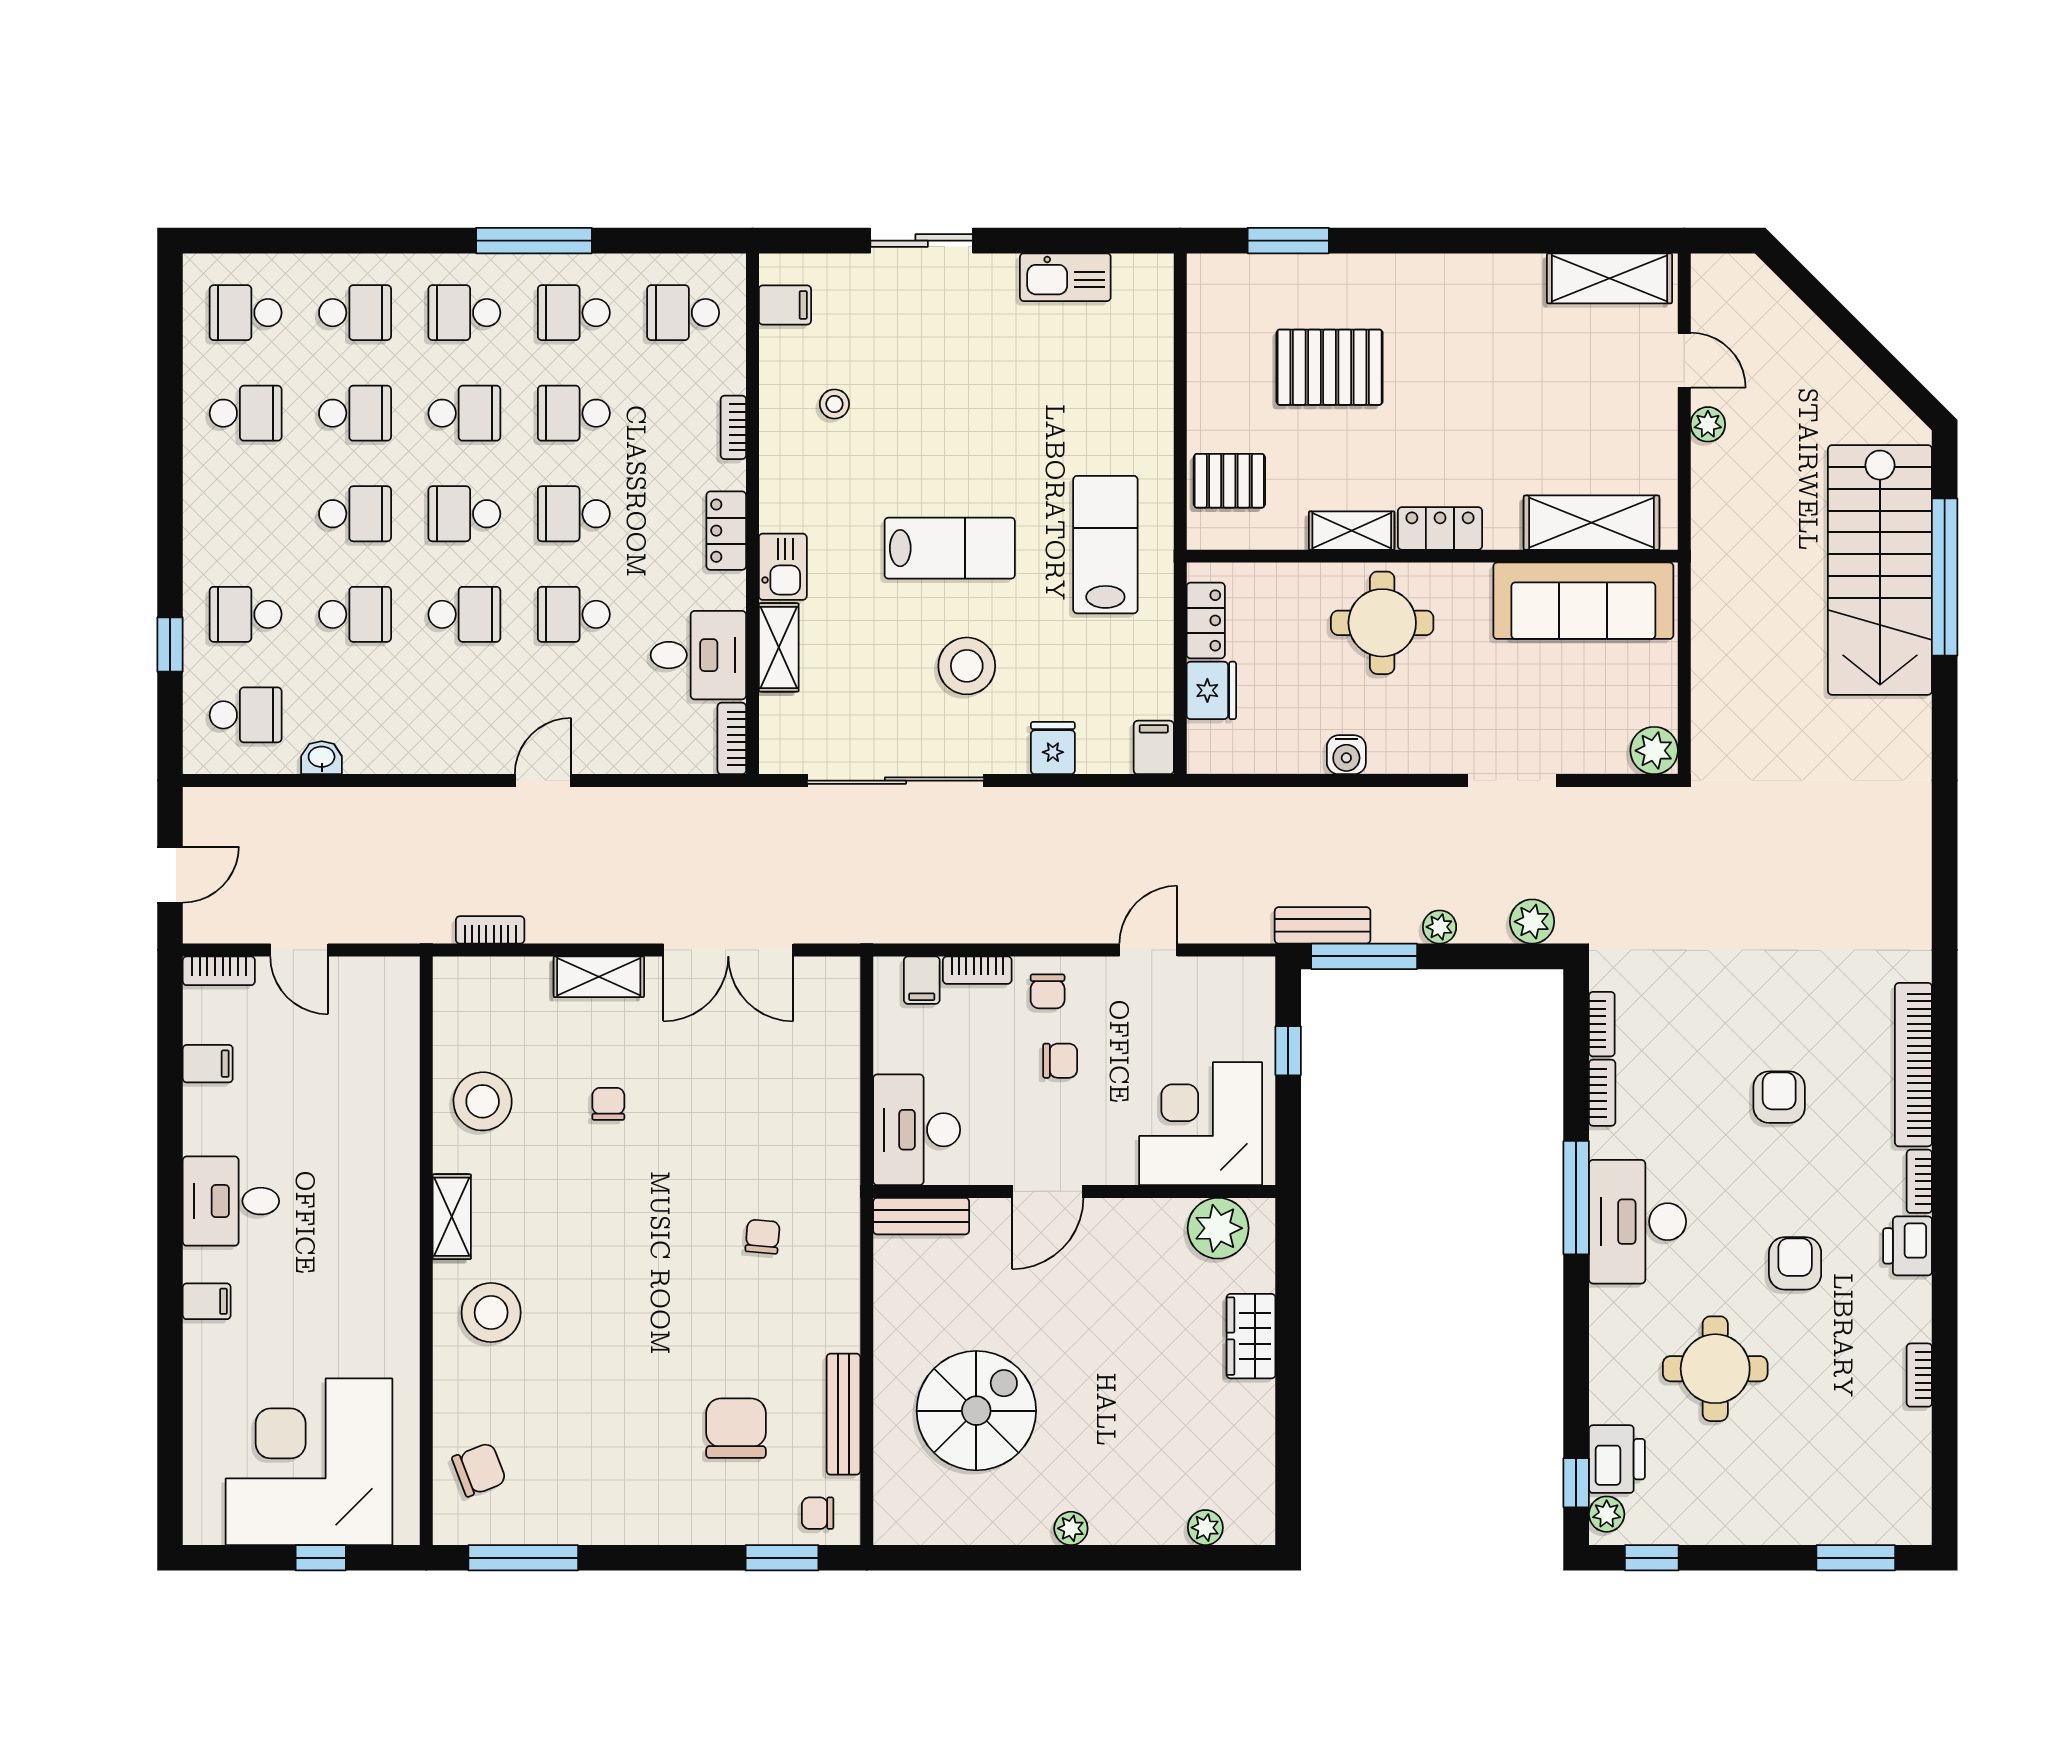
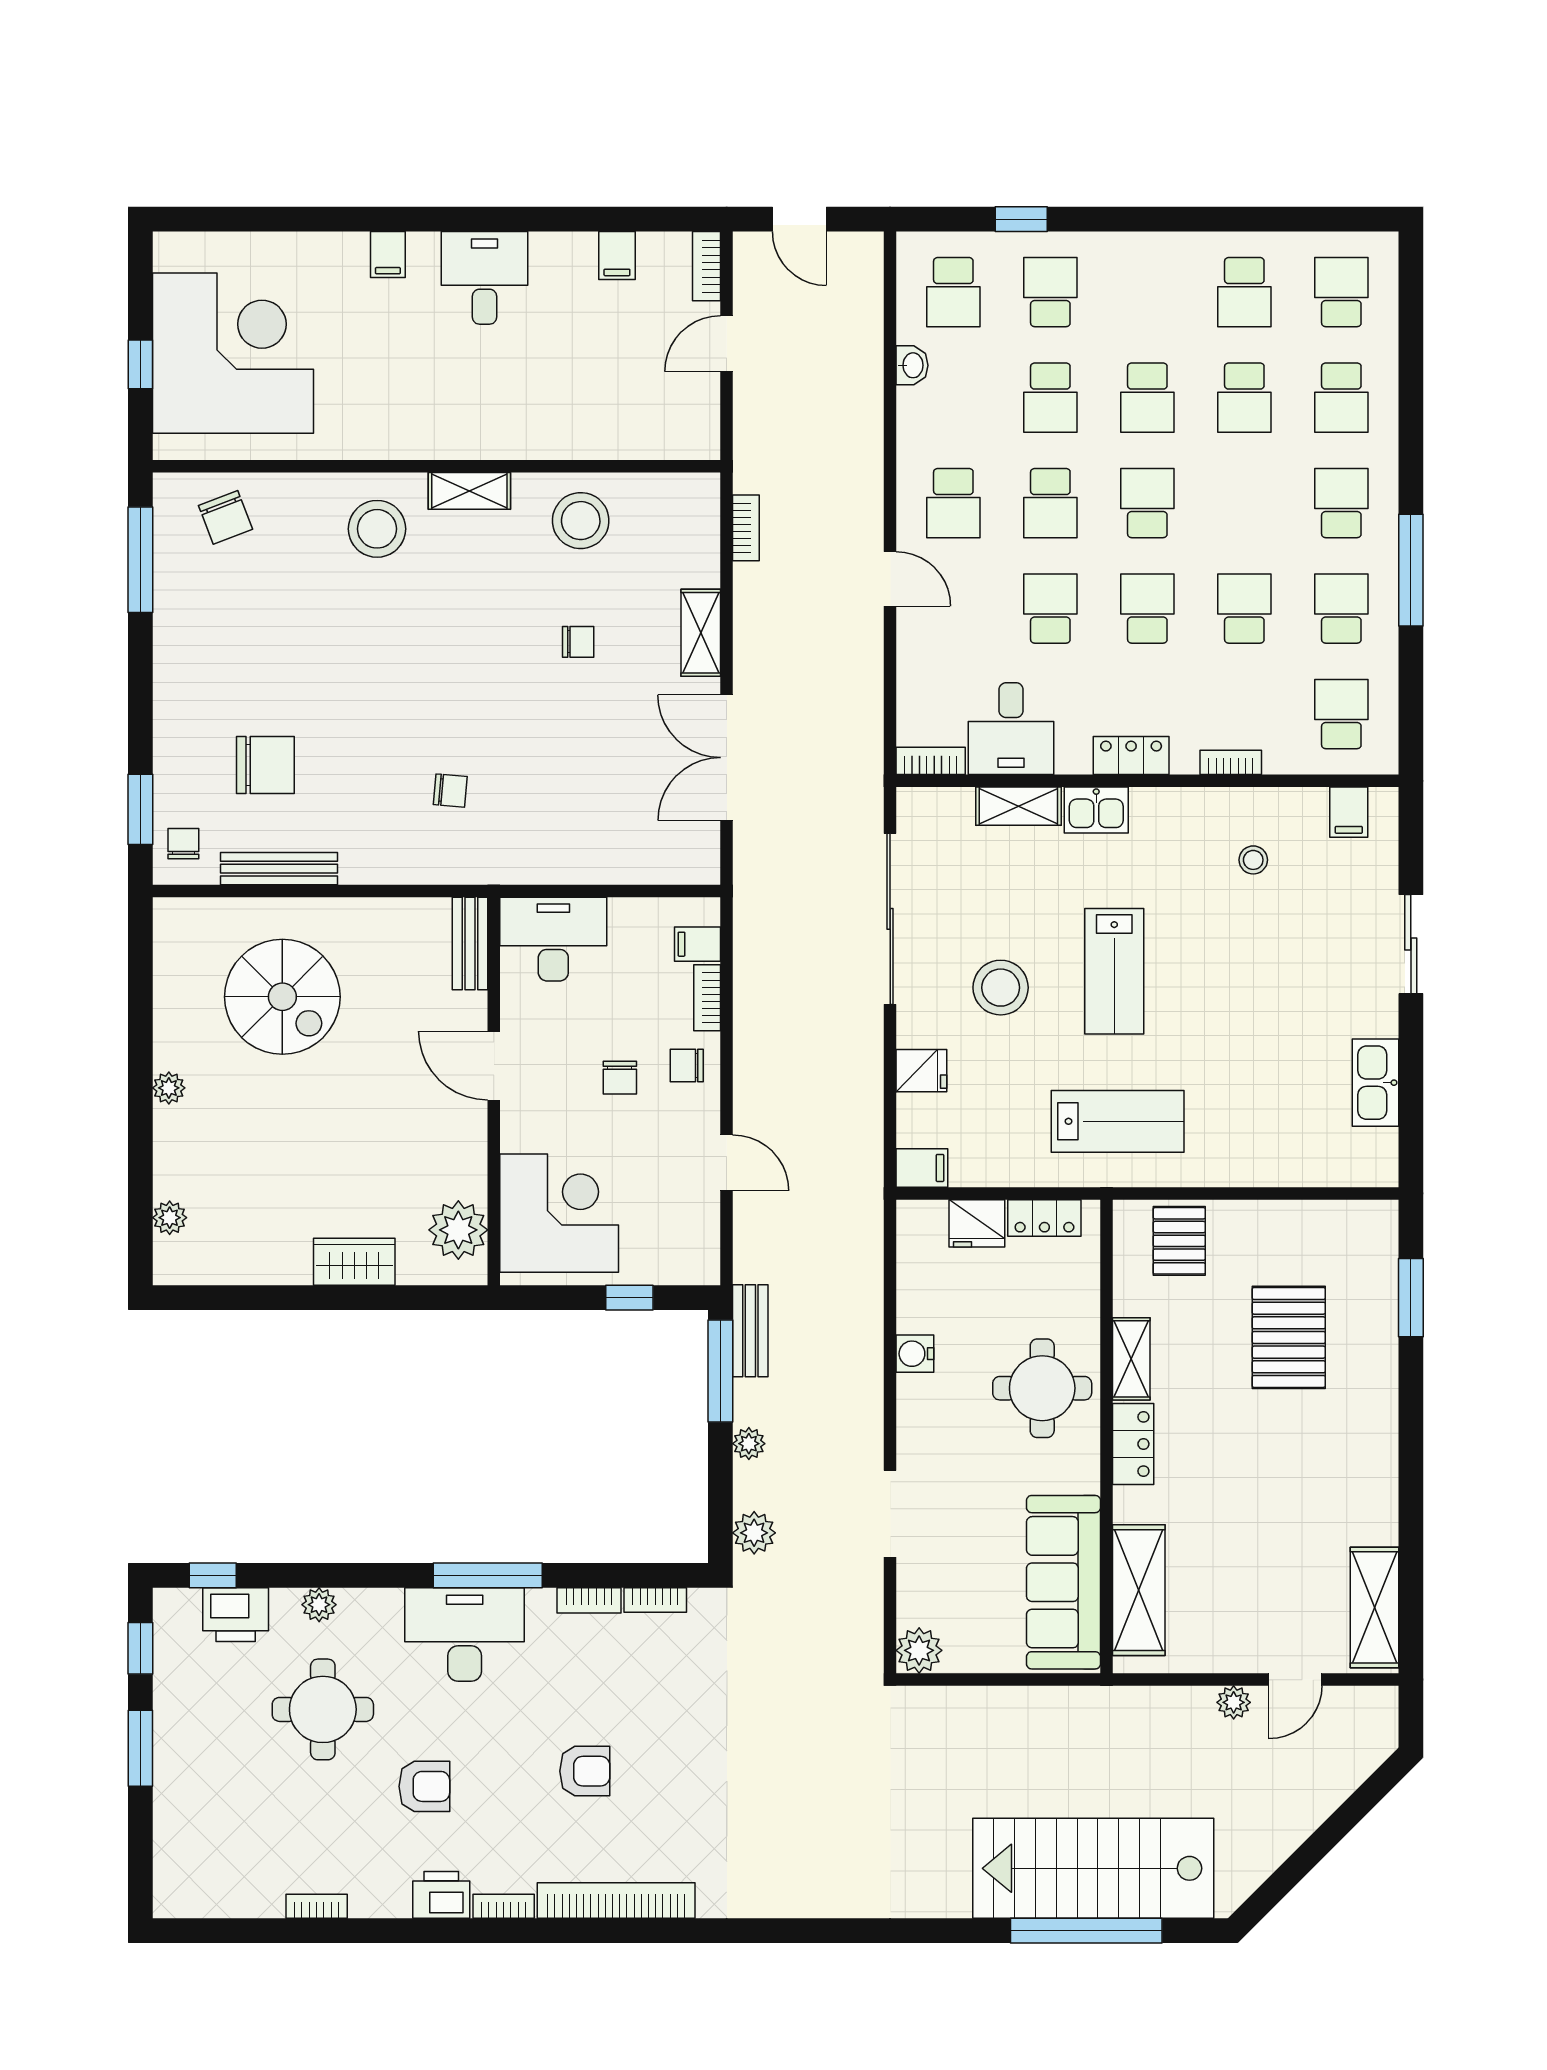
school desk: (464, 413) -> (953, 503), moved
plant: (1607, 1514) -> (319, 1605), moved
window: (1856, 1558) -> (140, 1748), moved

